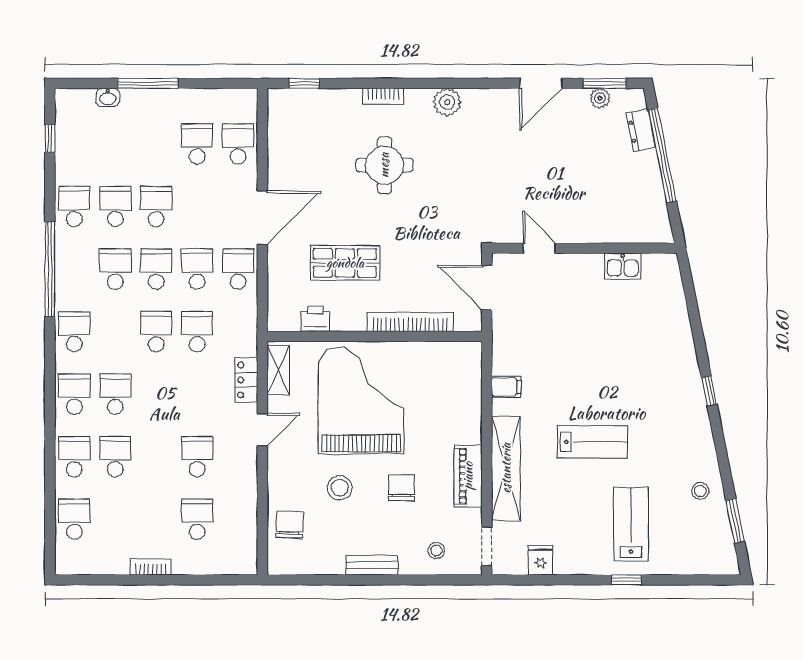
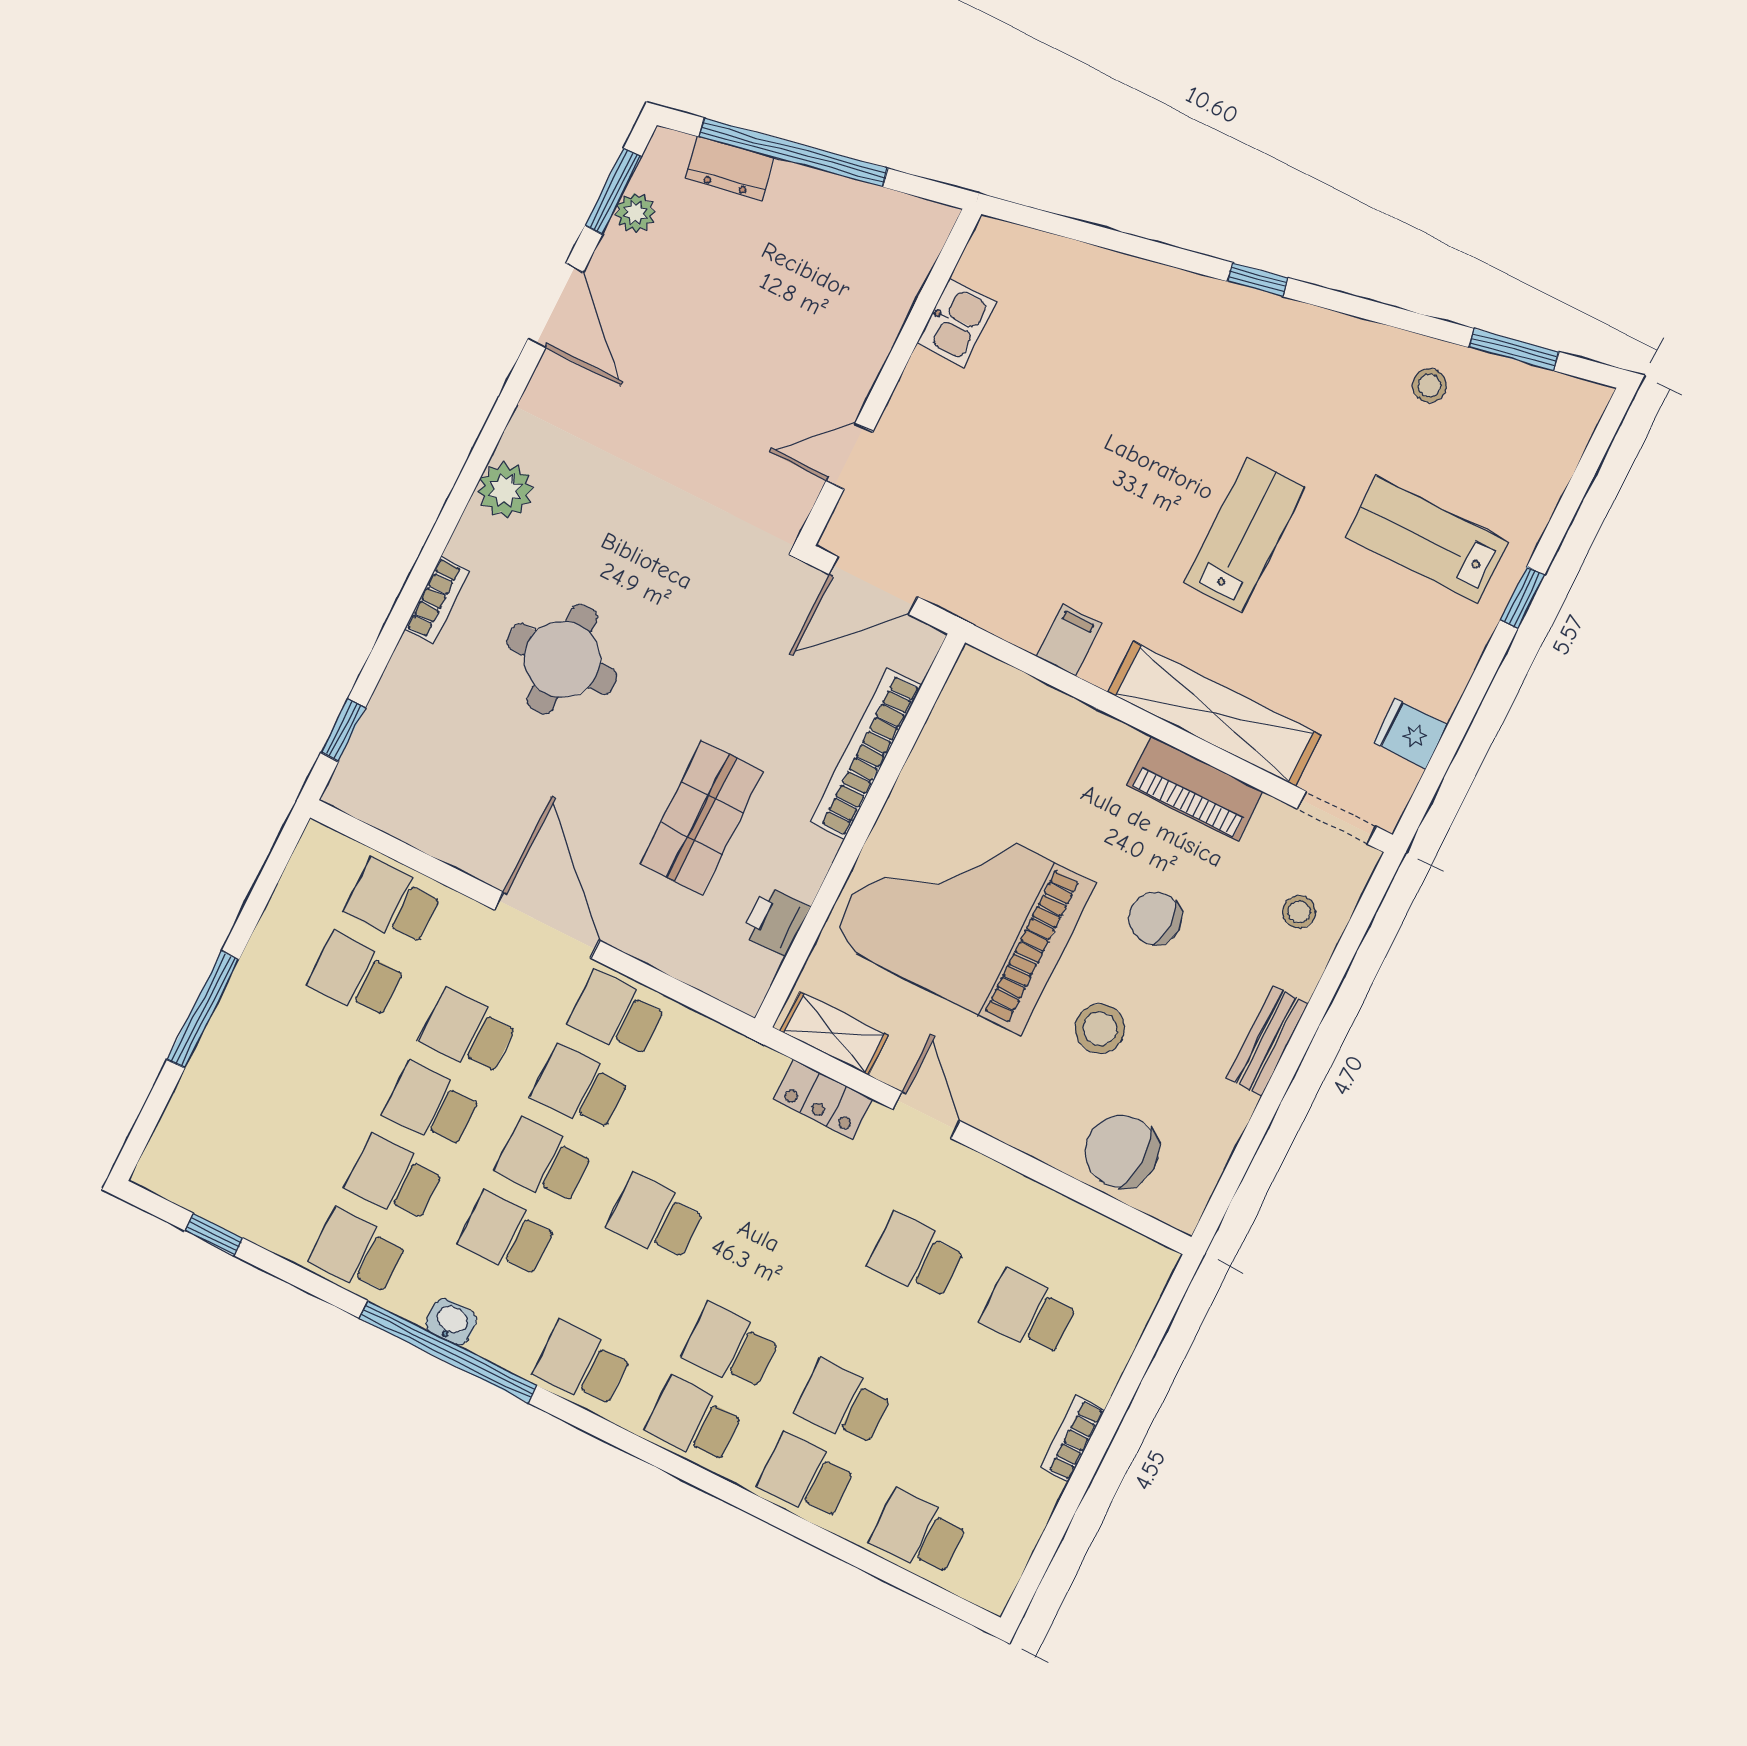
washbasin: (108, 97) -> (451, 1322), moved, turned -90
school desk: (197, 332) -> (468, 1032), moved
chair: (290, 525) -> (1121, 1151), width x1.37, depth x1.37

